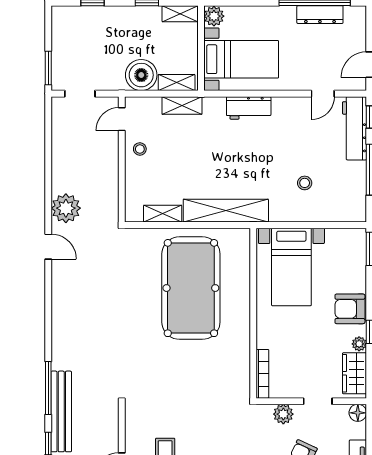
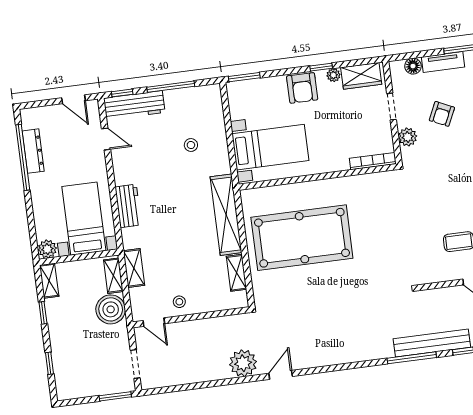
floor lamp: (358, 413) -> (413, 66), moved

